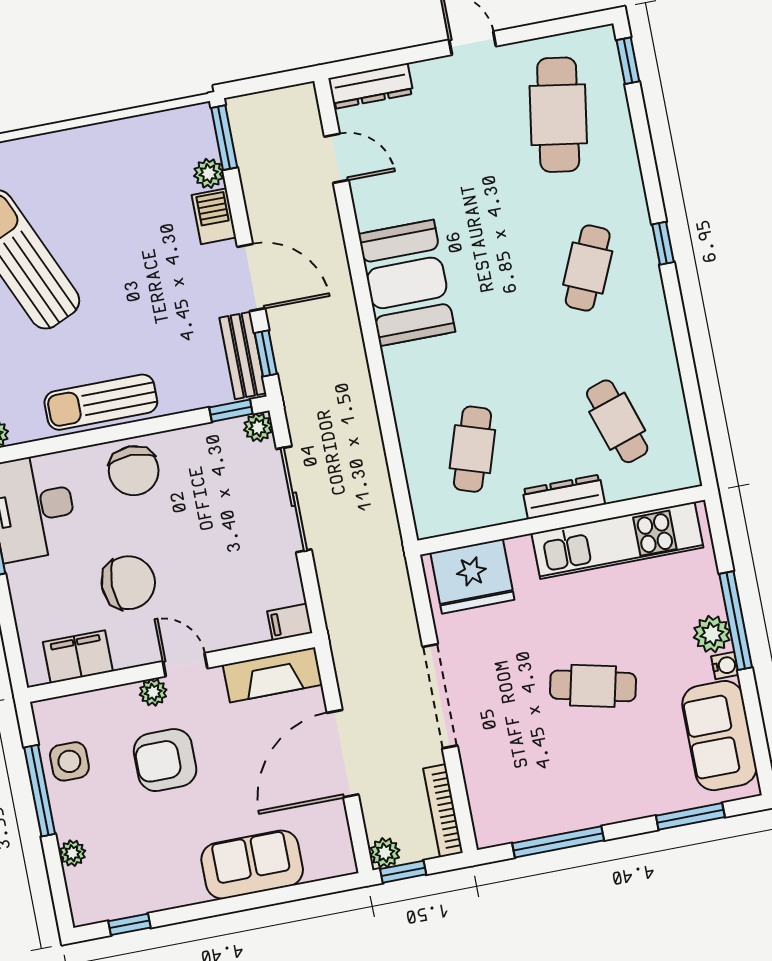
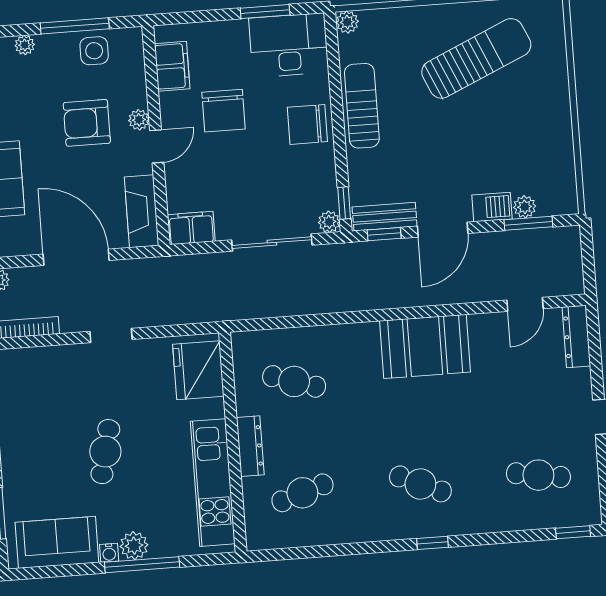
cafe table: (558, 115) -> (538, 475), width x0.73, depth x0.74
window: (224, 138) -> (528, 223), moved
filing cabinet: (290, 622) -> (191, 228), width x2.00
doorway: (440, 696) -> (111, 335), width x0.53
armchair: (165, 760) -> (87, 123), turned -90

